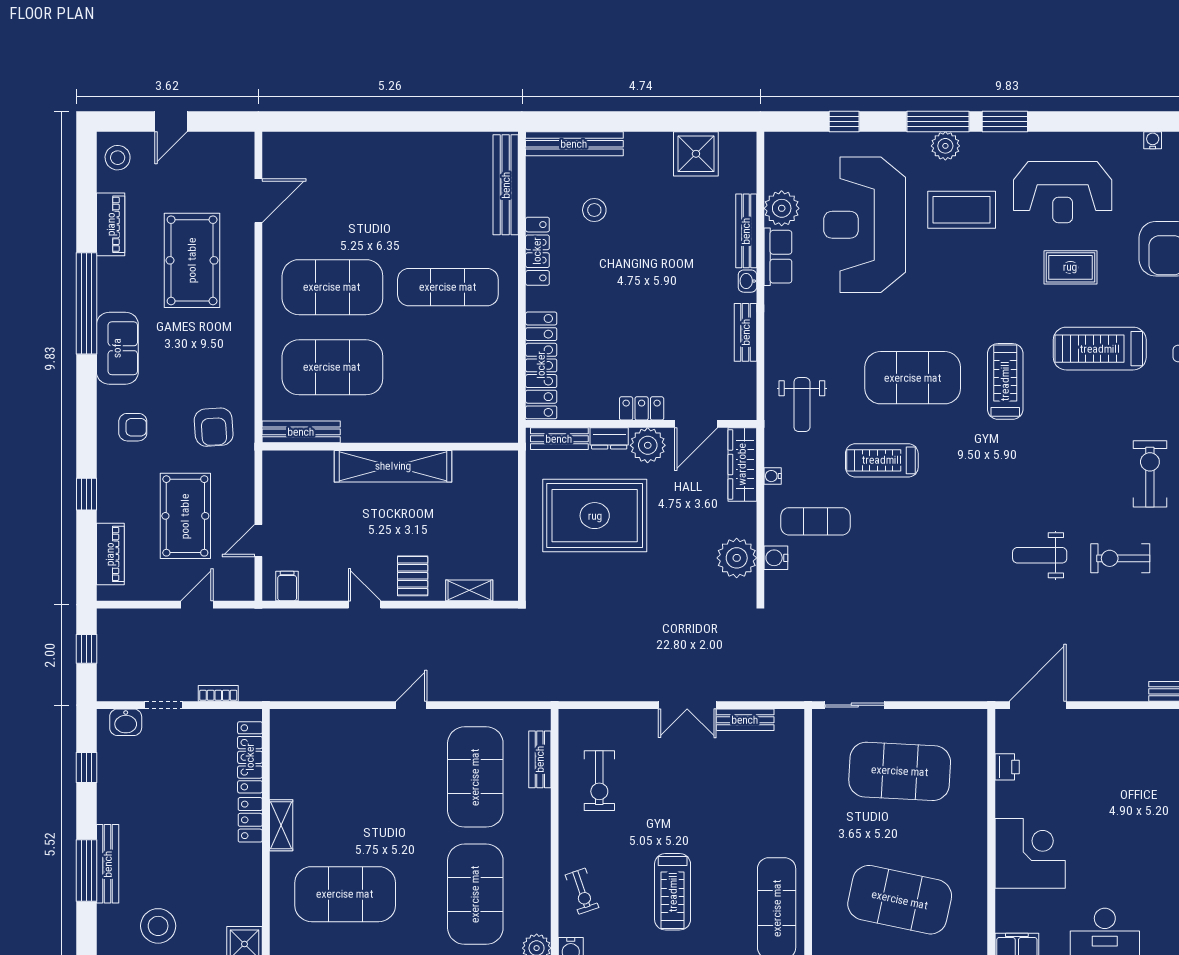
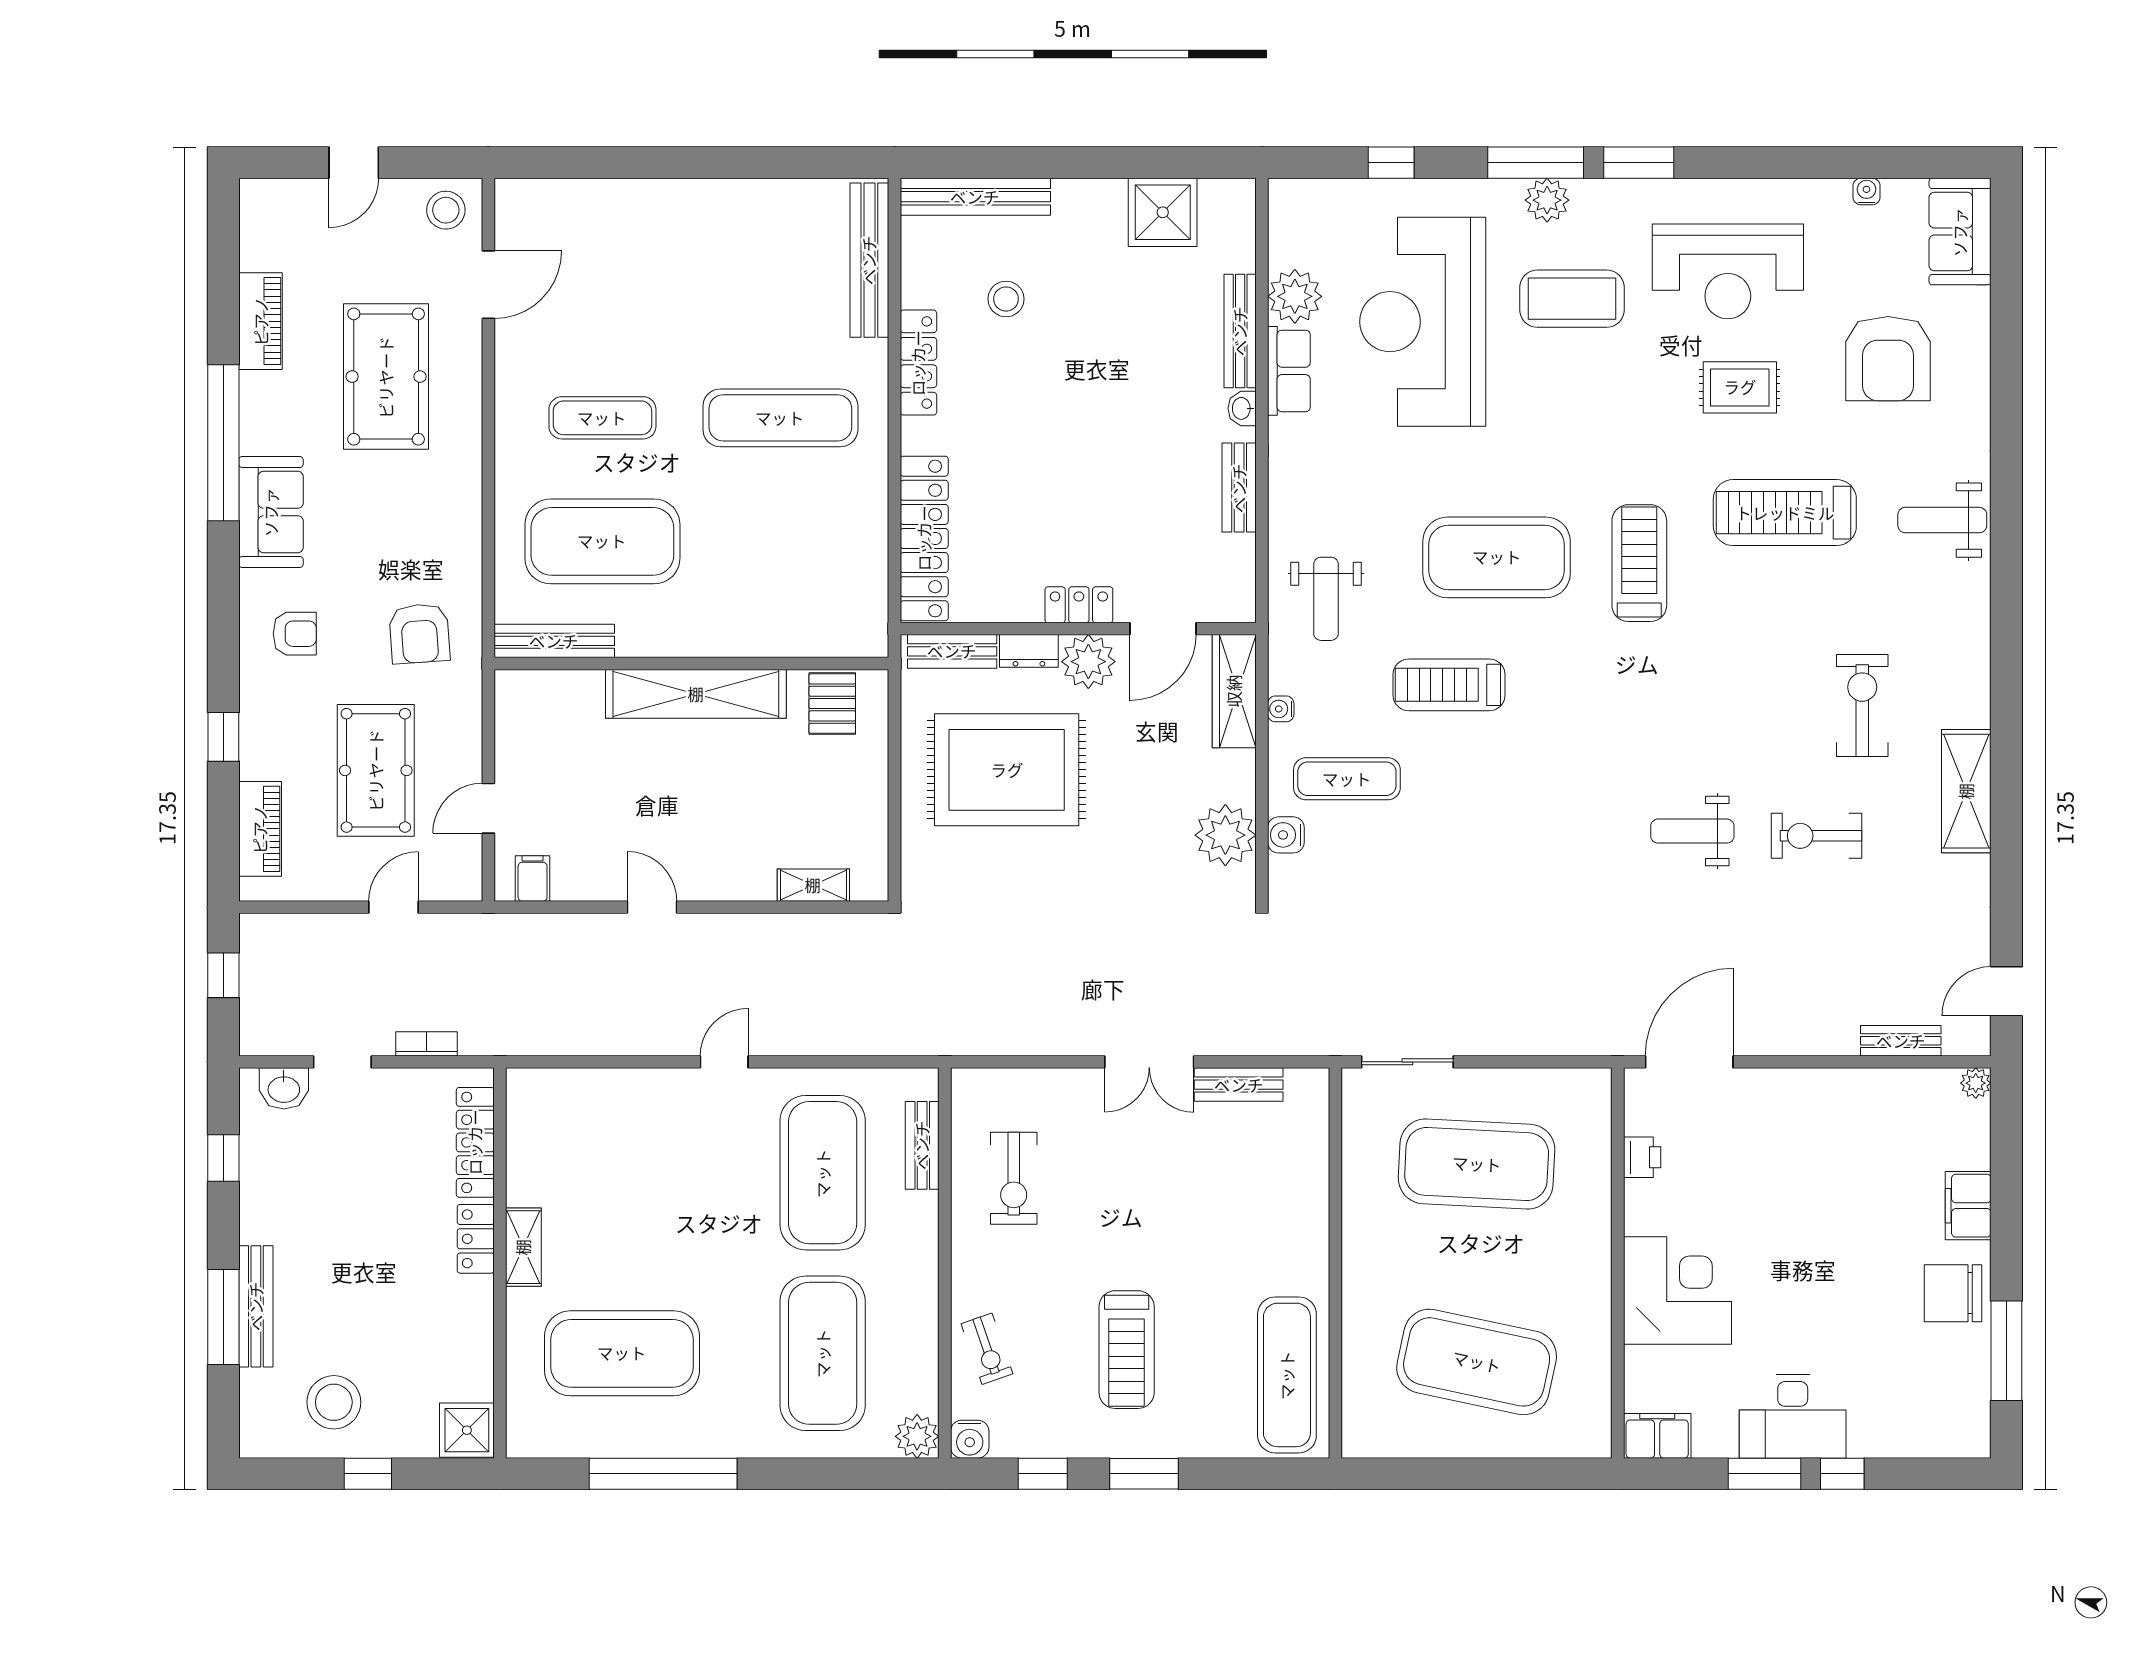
stool: (118, 158) -> (446, 210), moved
exercise mat: (332, 287) -> (602, 418), width x0.50, depth x0.69
pallet: (413, 576) -> (832, 704), moved

